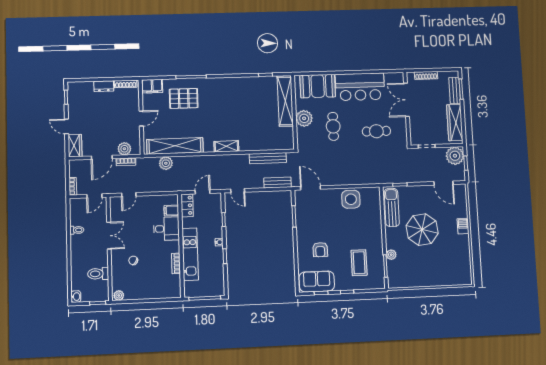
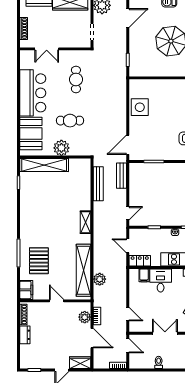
double door: (406, 100) -> (47, 49), width x0.73
sun lounger: (392, 207) -> (149, 69), removed

